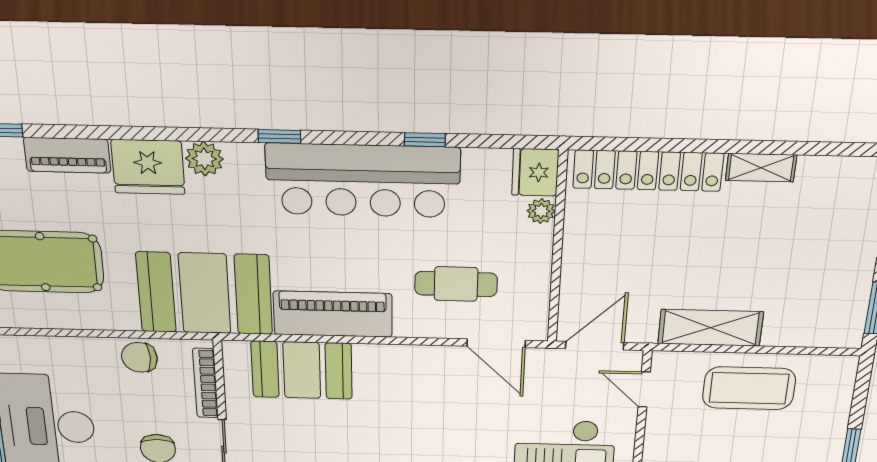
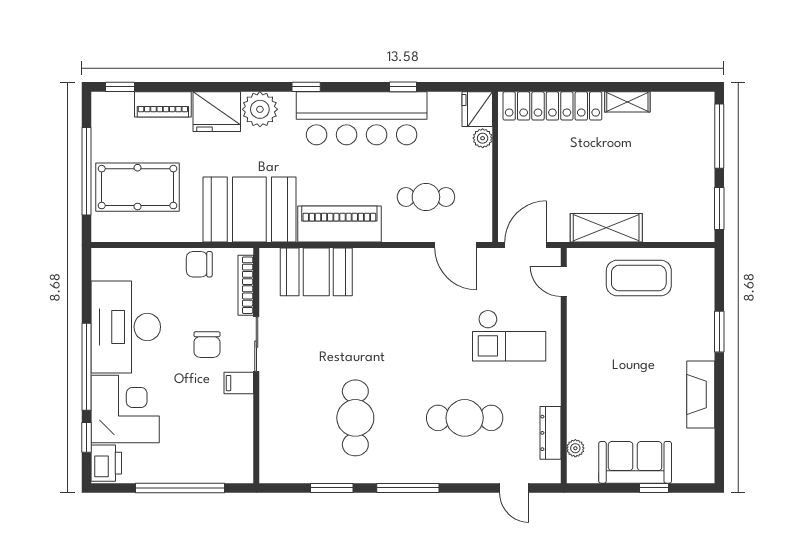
plant: (204, 159) -> (260, 109), width x1.36, depth x1.36

